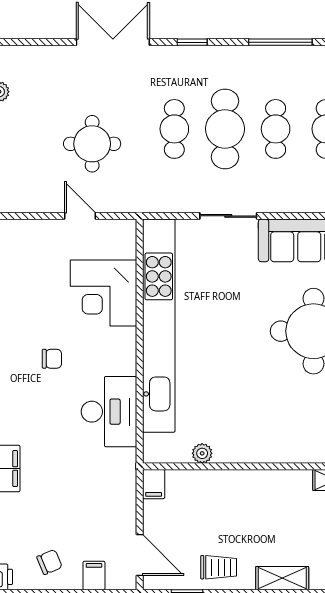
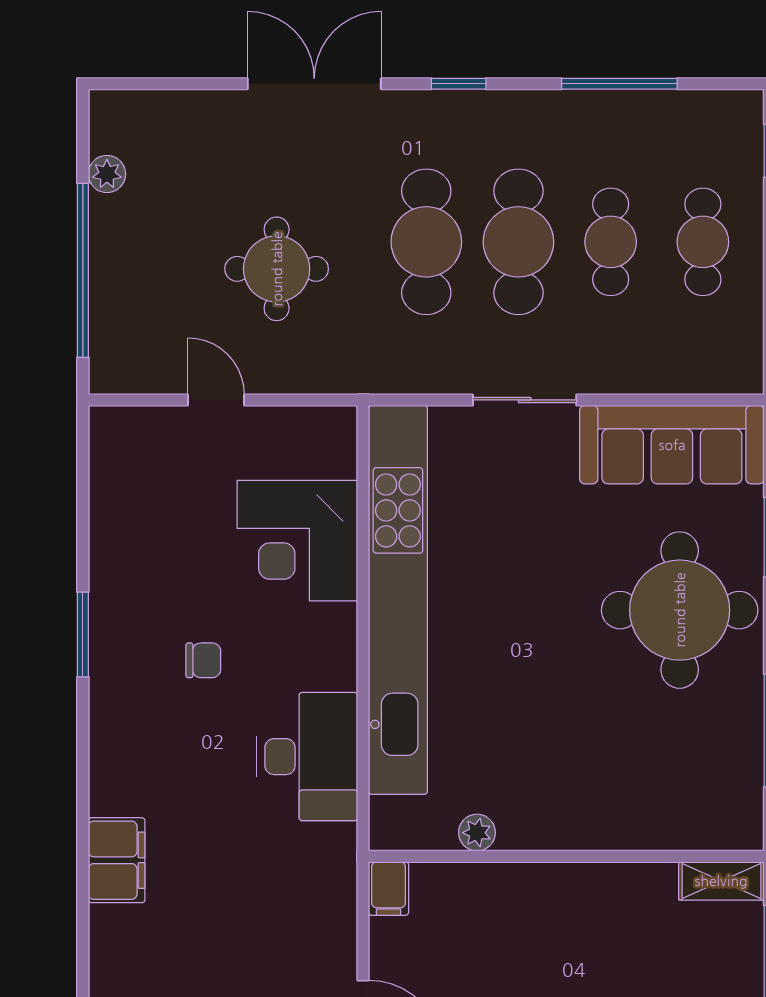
cafe table: (174, 129) -> (426, 242), width x1.37, depth x1.35
door: (80, 216) -> (216, 400), moved

